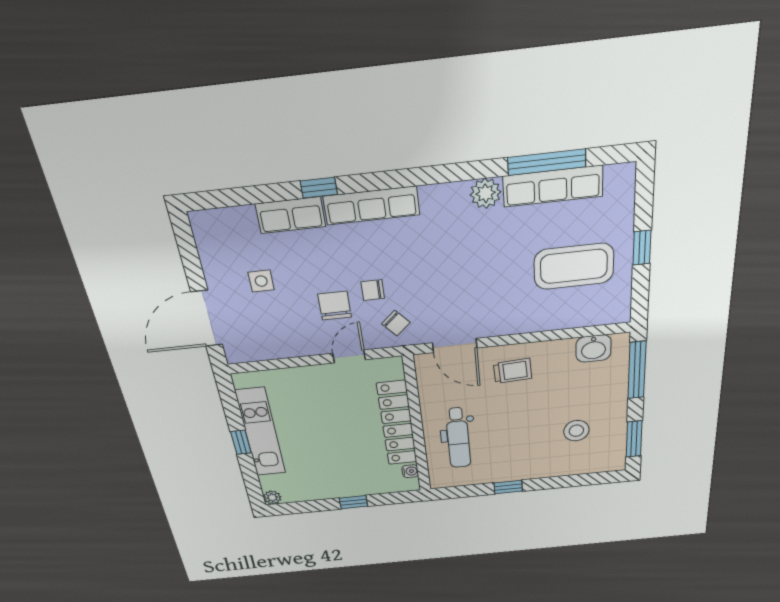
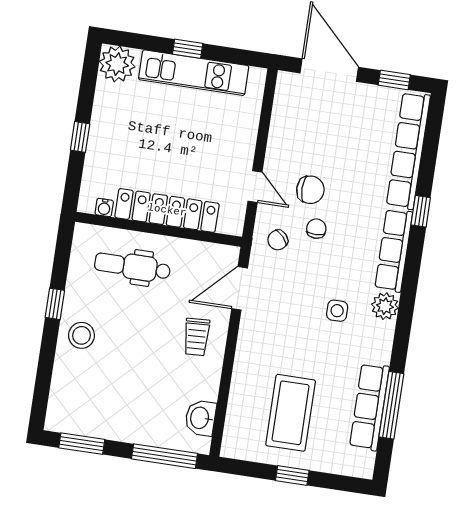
plant: (486, 193) -> (385, 306), moved
row of seats: (290, 215) -> (408, 151), width x2.02
window: (189, 253) -> (394, 80), added
side table: (261, 281) -> (337, 311), moved
stool: (576, 431) -> (81, 335), moved
plant: (272, 498) -> (117, 64), width x1.87, depth x1.87

